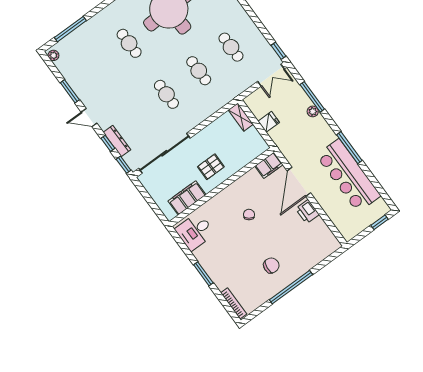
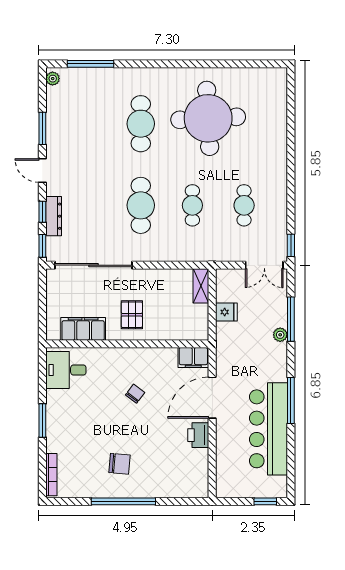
cafe table: (129, 43) -> (141, 124), width x1.37, depth x1.35
cafe table: (166, 94) -> (141, 205), width x1.37, depth x1.35
pallet: (211, 167) -> (132, 315), turned 90

